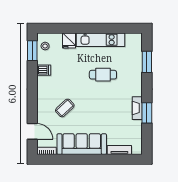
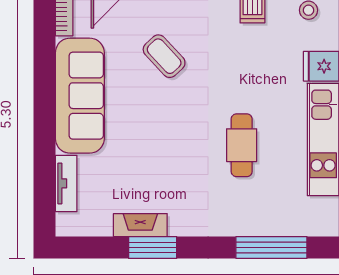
window: (147, 62) -> (271, 247), width x1.44
fireplace: (137, 108) -> (140, 225), moved

